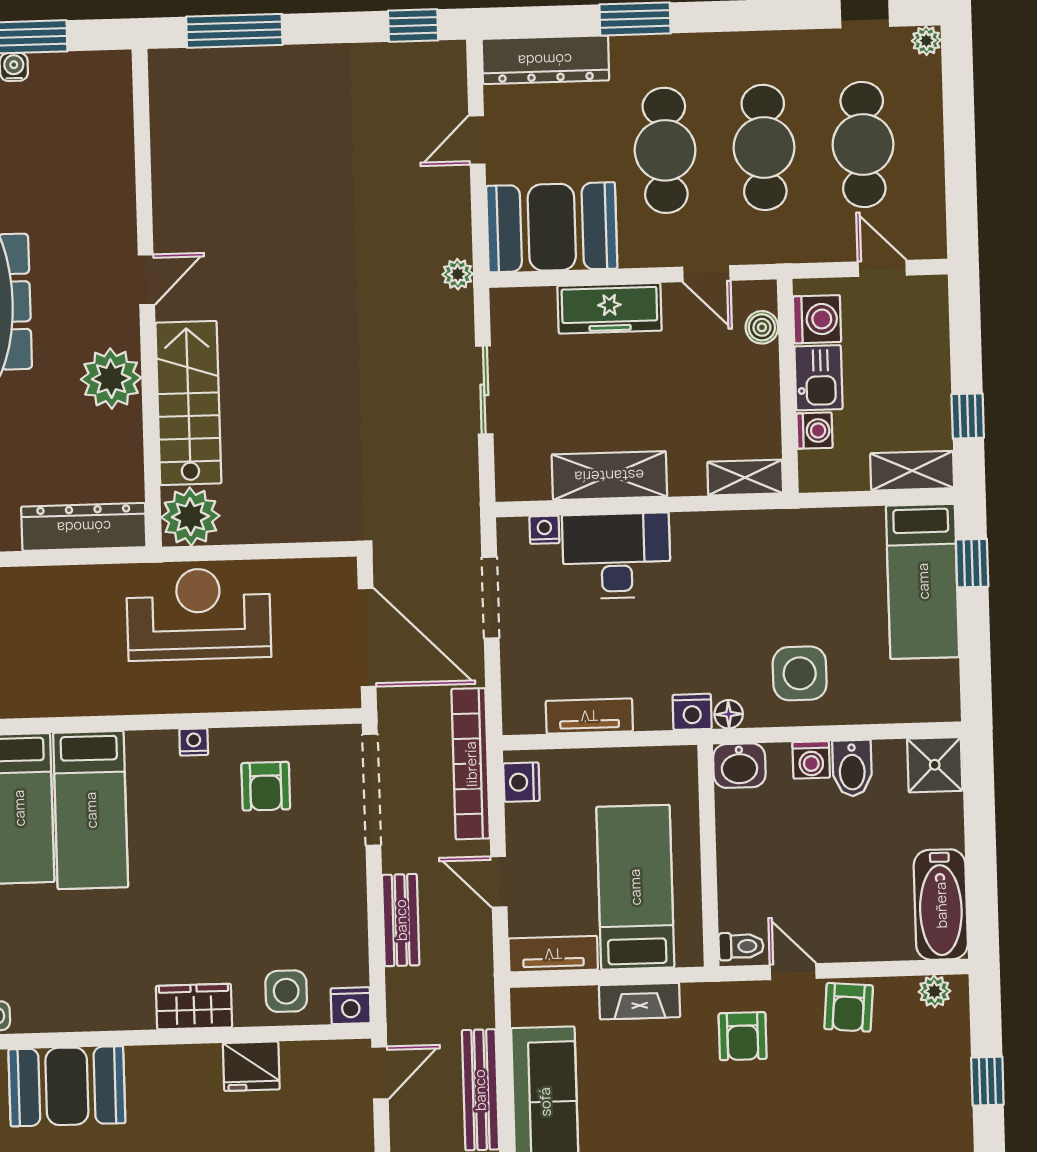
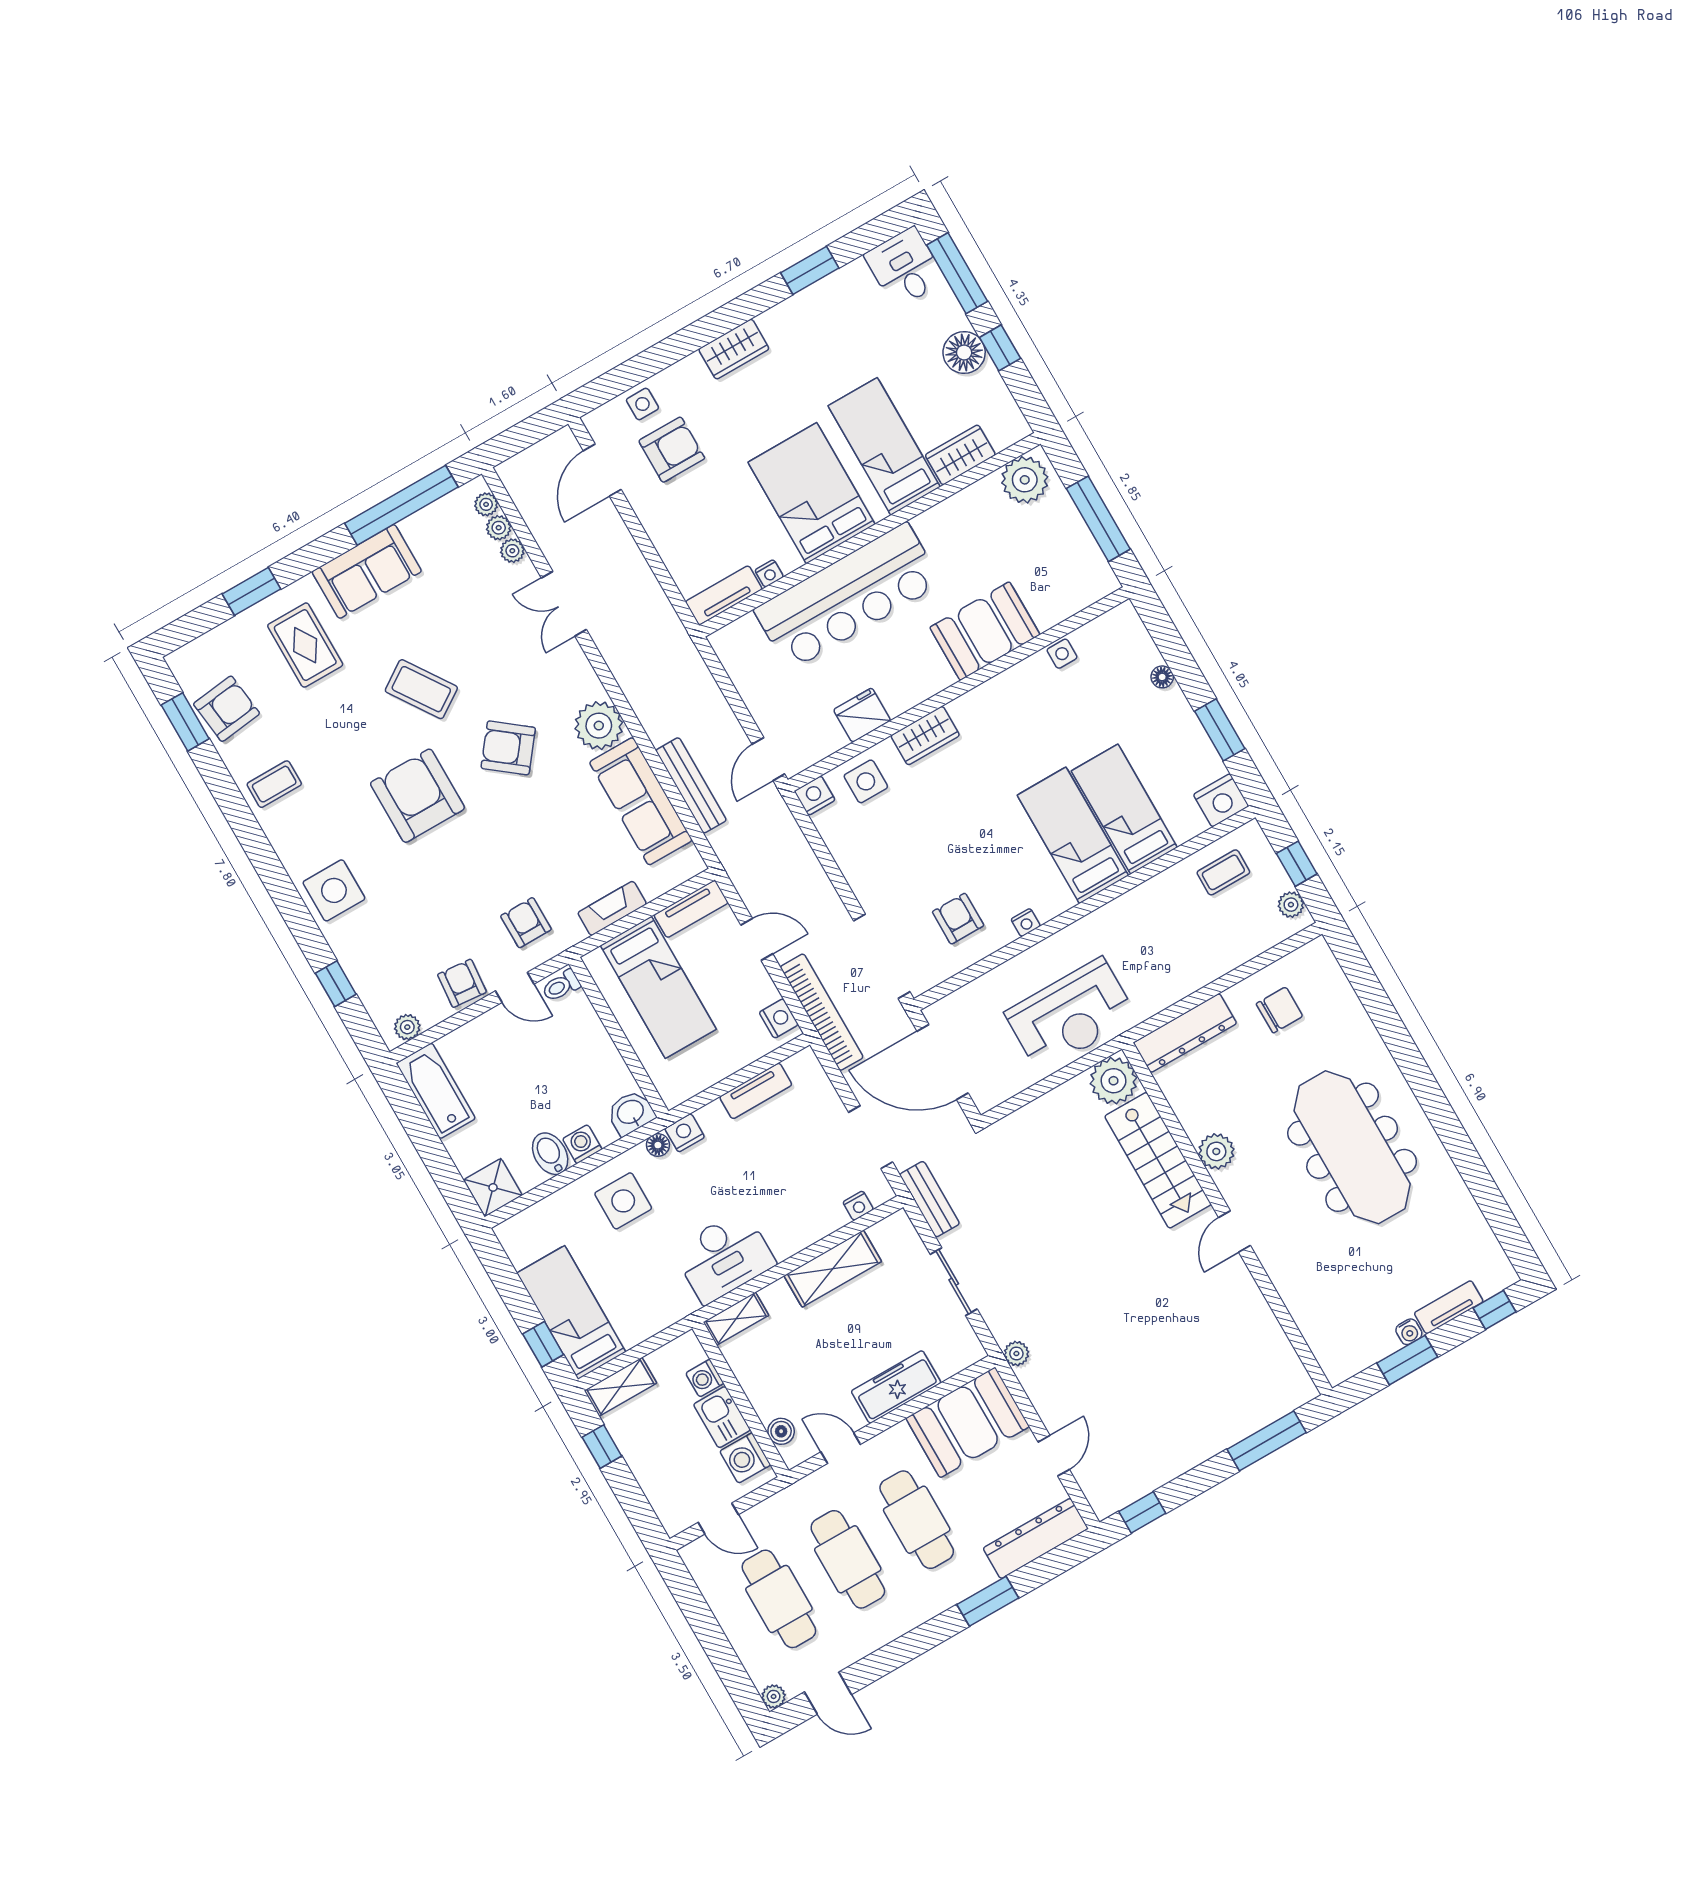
plant: (111, 379) -> (1216, 1151), width x0.73, depth x0.73
desk: (616, 556) -> (724, 1257), moved
bench: (401, 920) -> (930, 1199), moved

